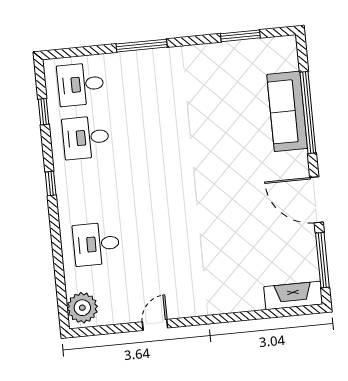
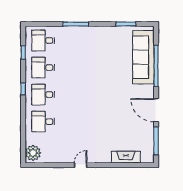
sofa: (287, 111) -> (143, 57), width x1.36, depth x1.27
desk: (91, 191) -> (43, 95), added
fireplace: (293, 295) -> (126, 157), moved
door: (155, 325) -> (81, 165), moved

